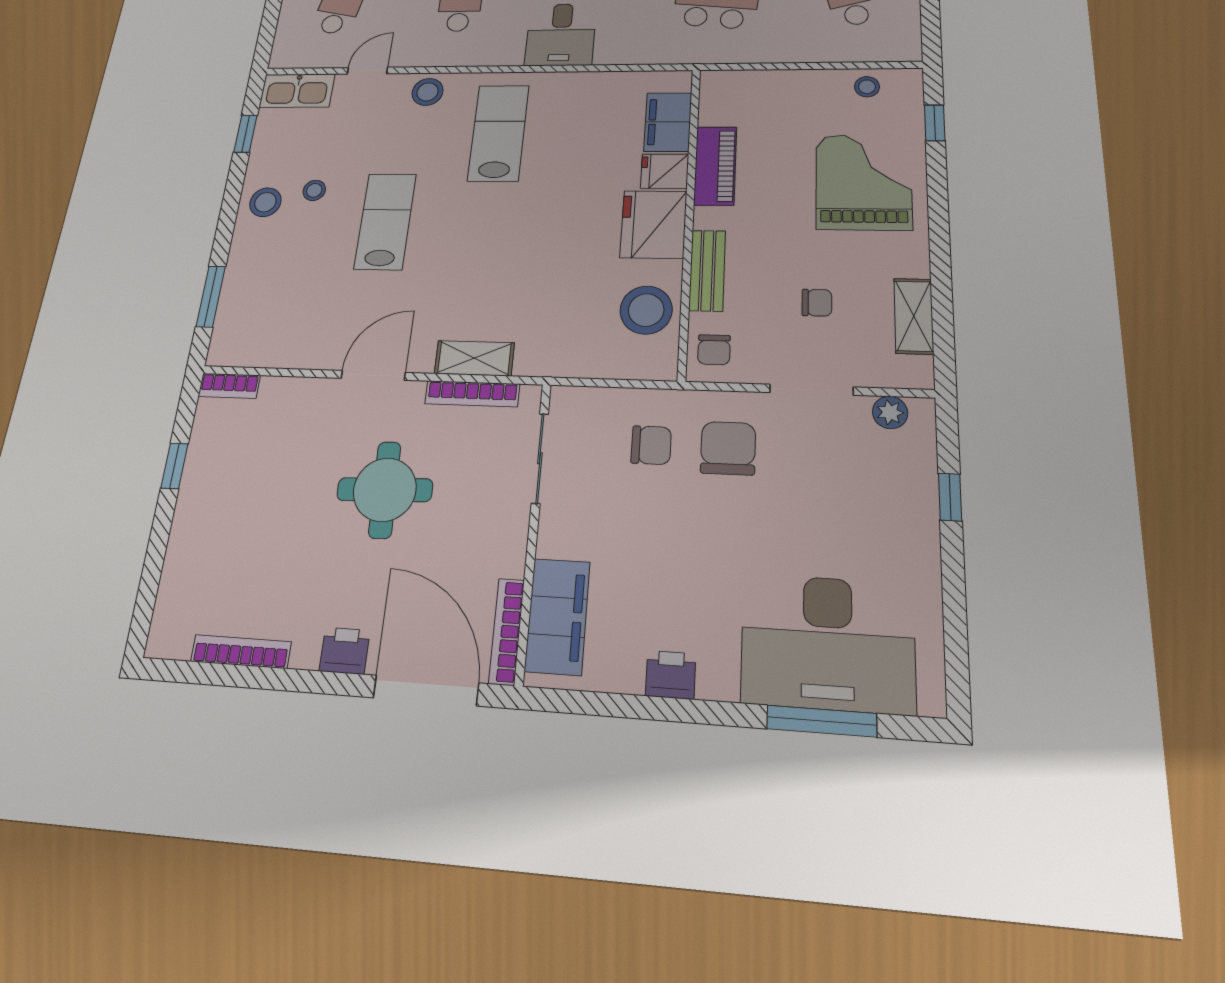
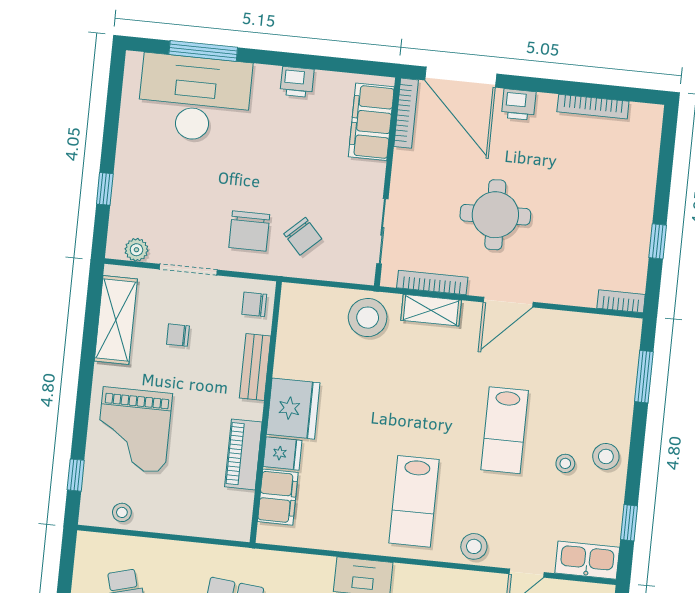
stool: (646, 310) -> (368, 318), moved
shelving: (914, 316) -> (116, 320), width x1.50, depth x1.33
chair: (714, 350) -> (254, 304), turned -90
chair: (651, 445) -> (303, 236), turned -133

